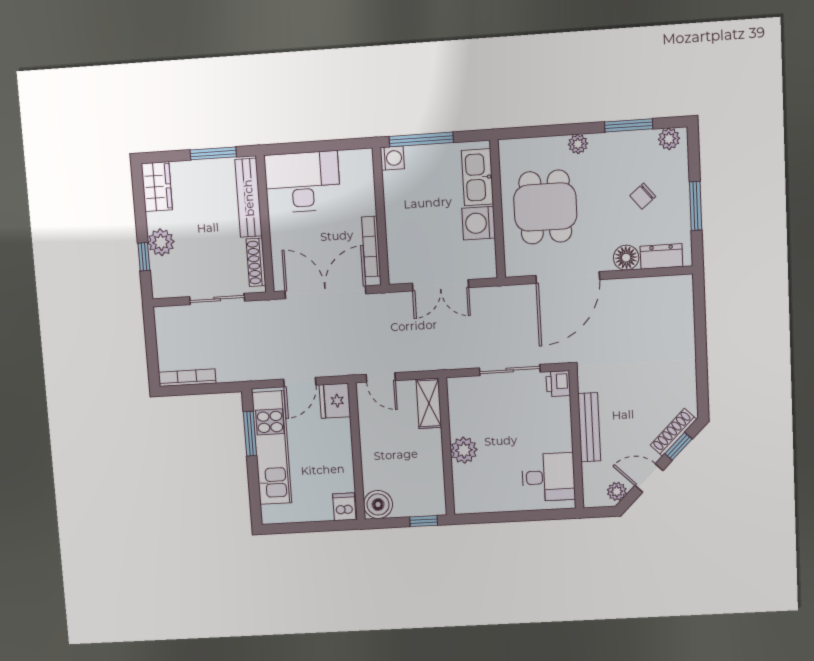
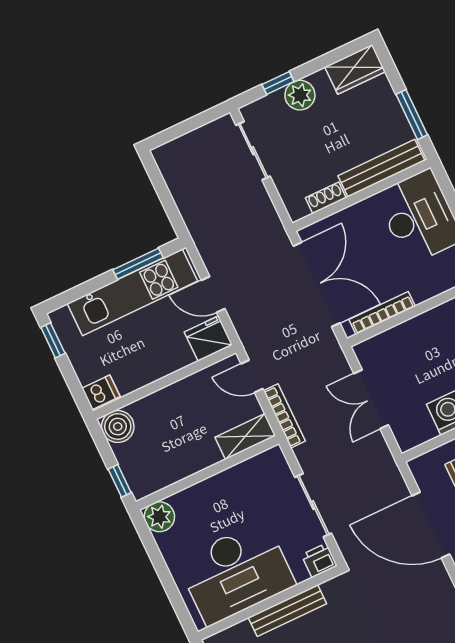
shoe rack: (256, 262) -> (326, 198), width x0.70
sliding door: (217, 299) -> (253, 151), moved
door: (381, 377) -> (252, 376), hinge flipped
bookcase: (187, 378) -> (284, 416), moved
plant: (464, 450) -> (159, 517), moved
desk: (548, 477) -> (236, 573), width x1.87, depth x1.30
window: (286, 528) -> (53, 340), added

